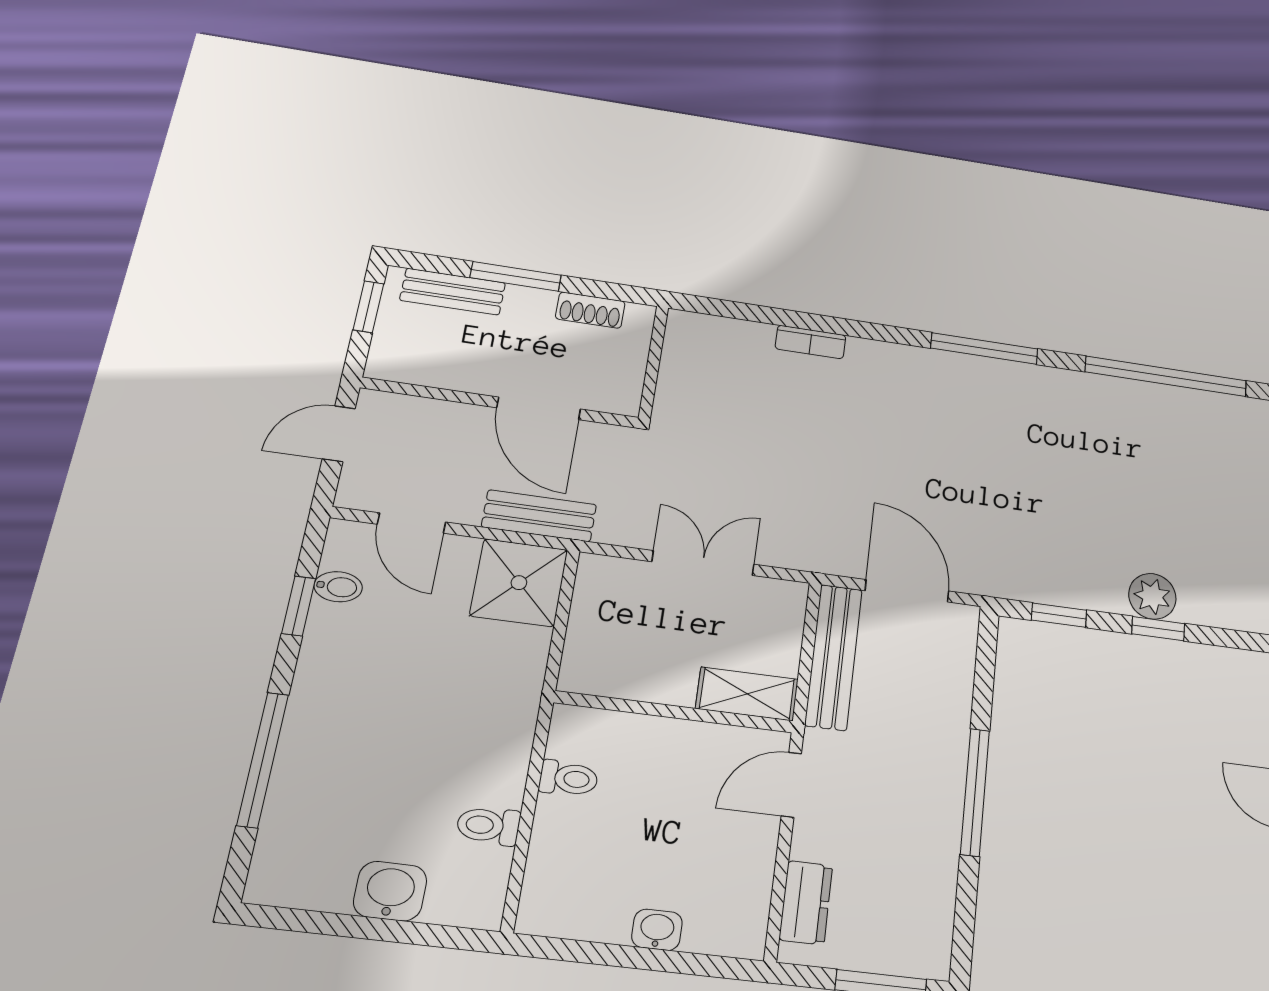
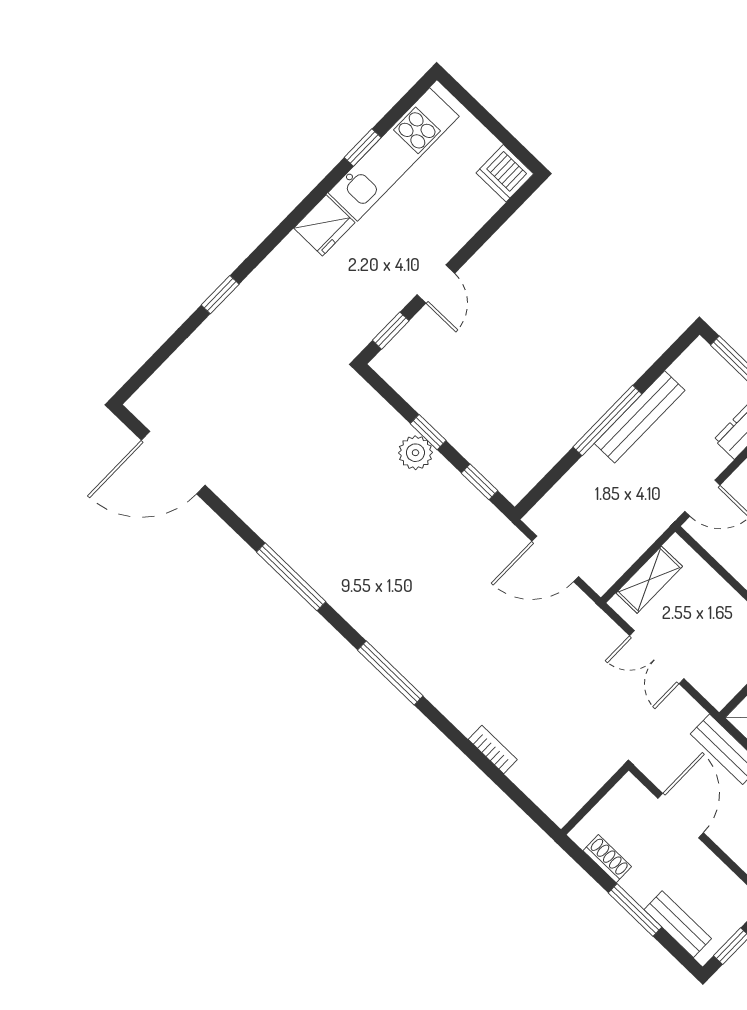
window: (1166, 376) -> (291, 577), width x0.68
door: (907, 591) -> (555, 559), hinge flipped
bench: (834, 657) -> (640, 417), moved
shelving: (747, 694) -> (649, 580), moved, turned 90

